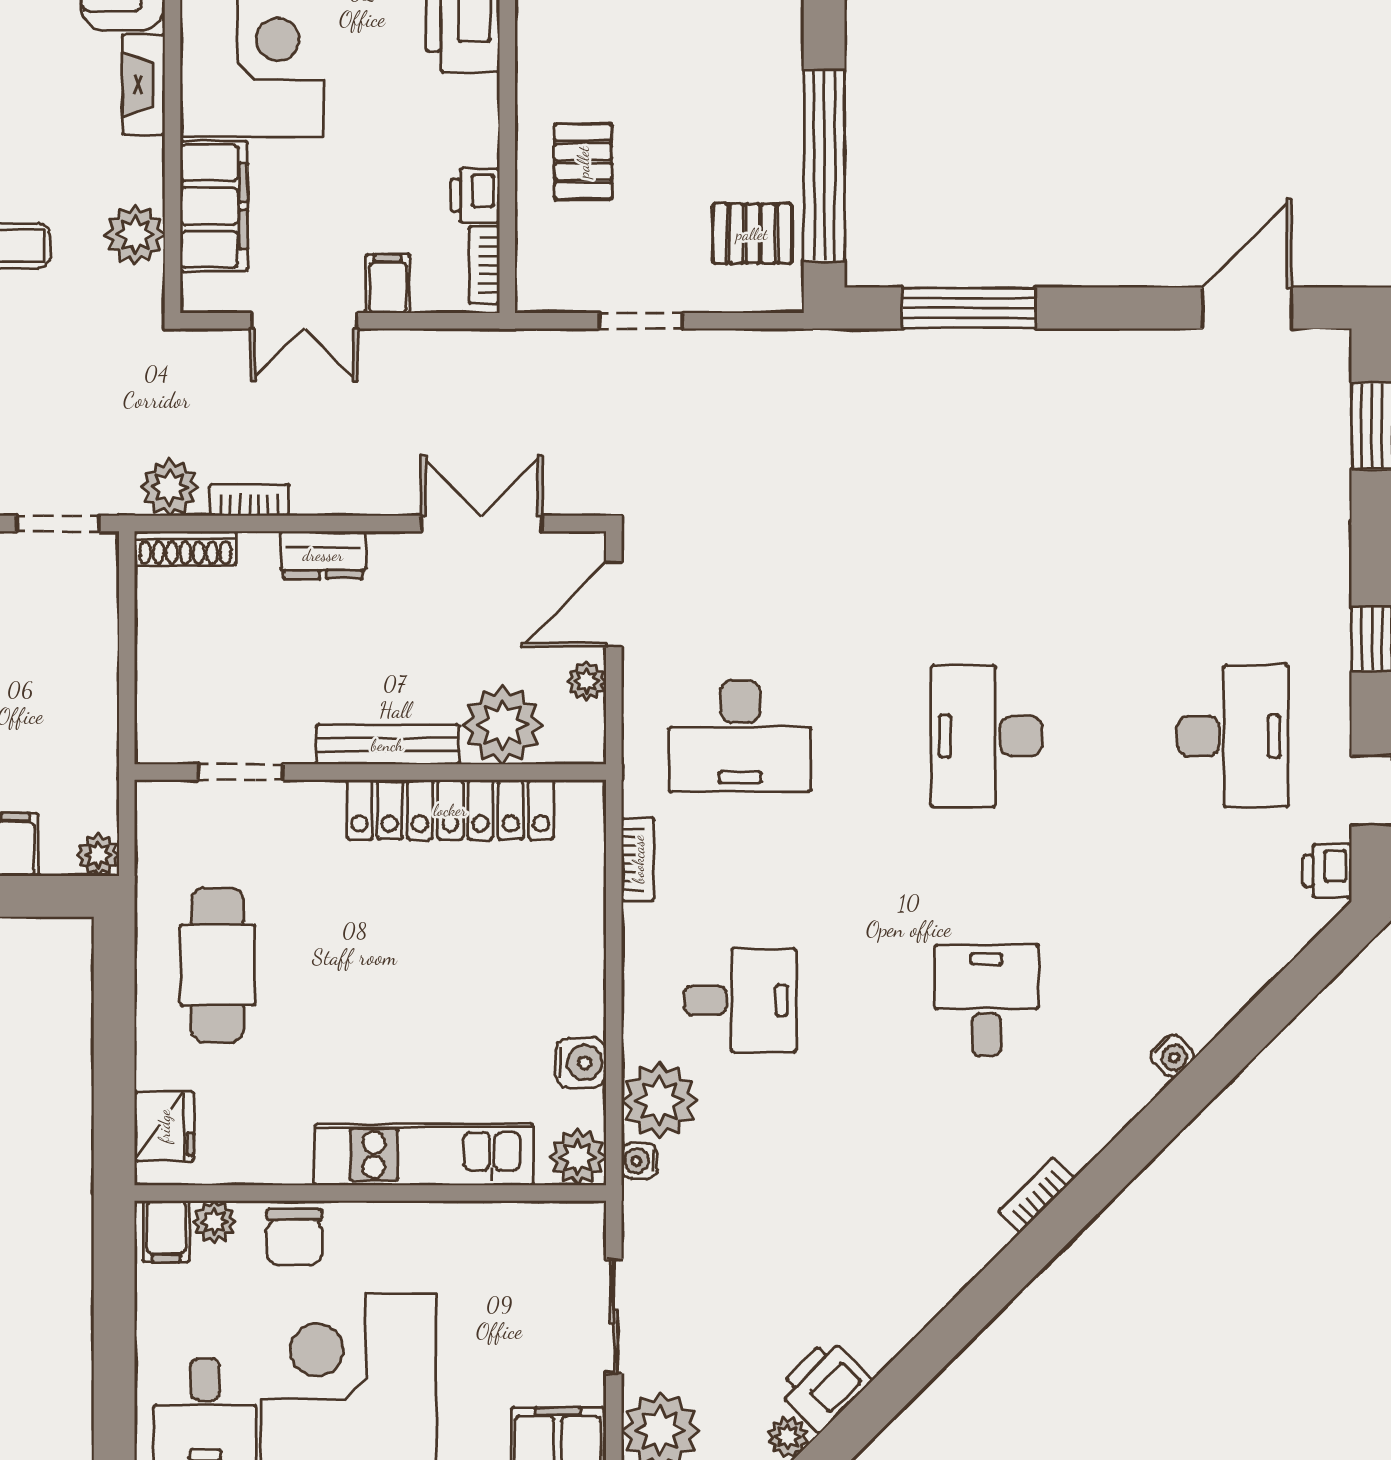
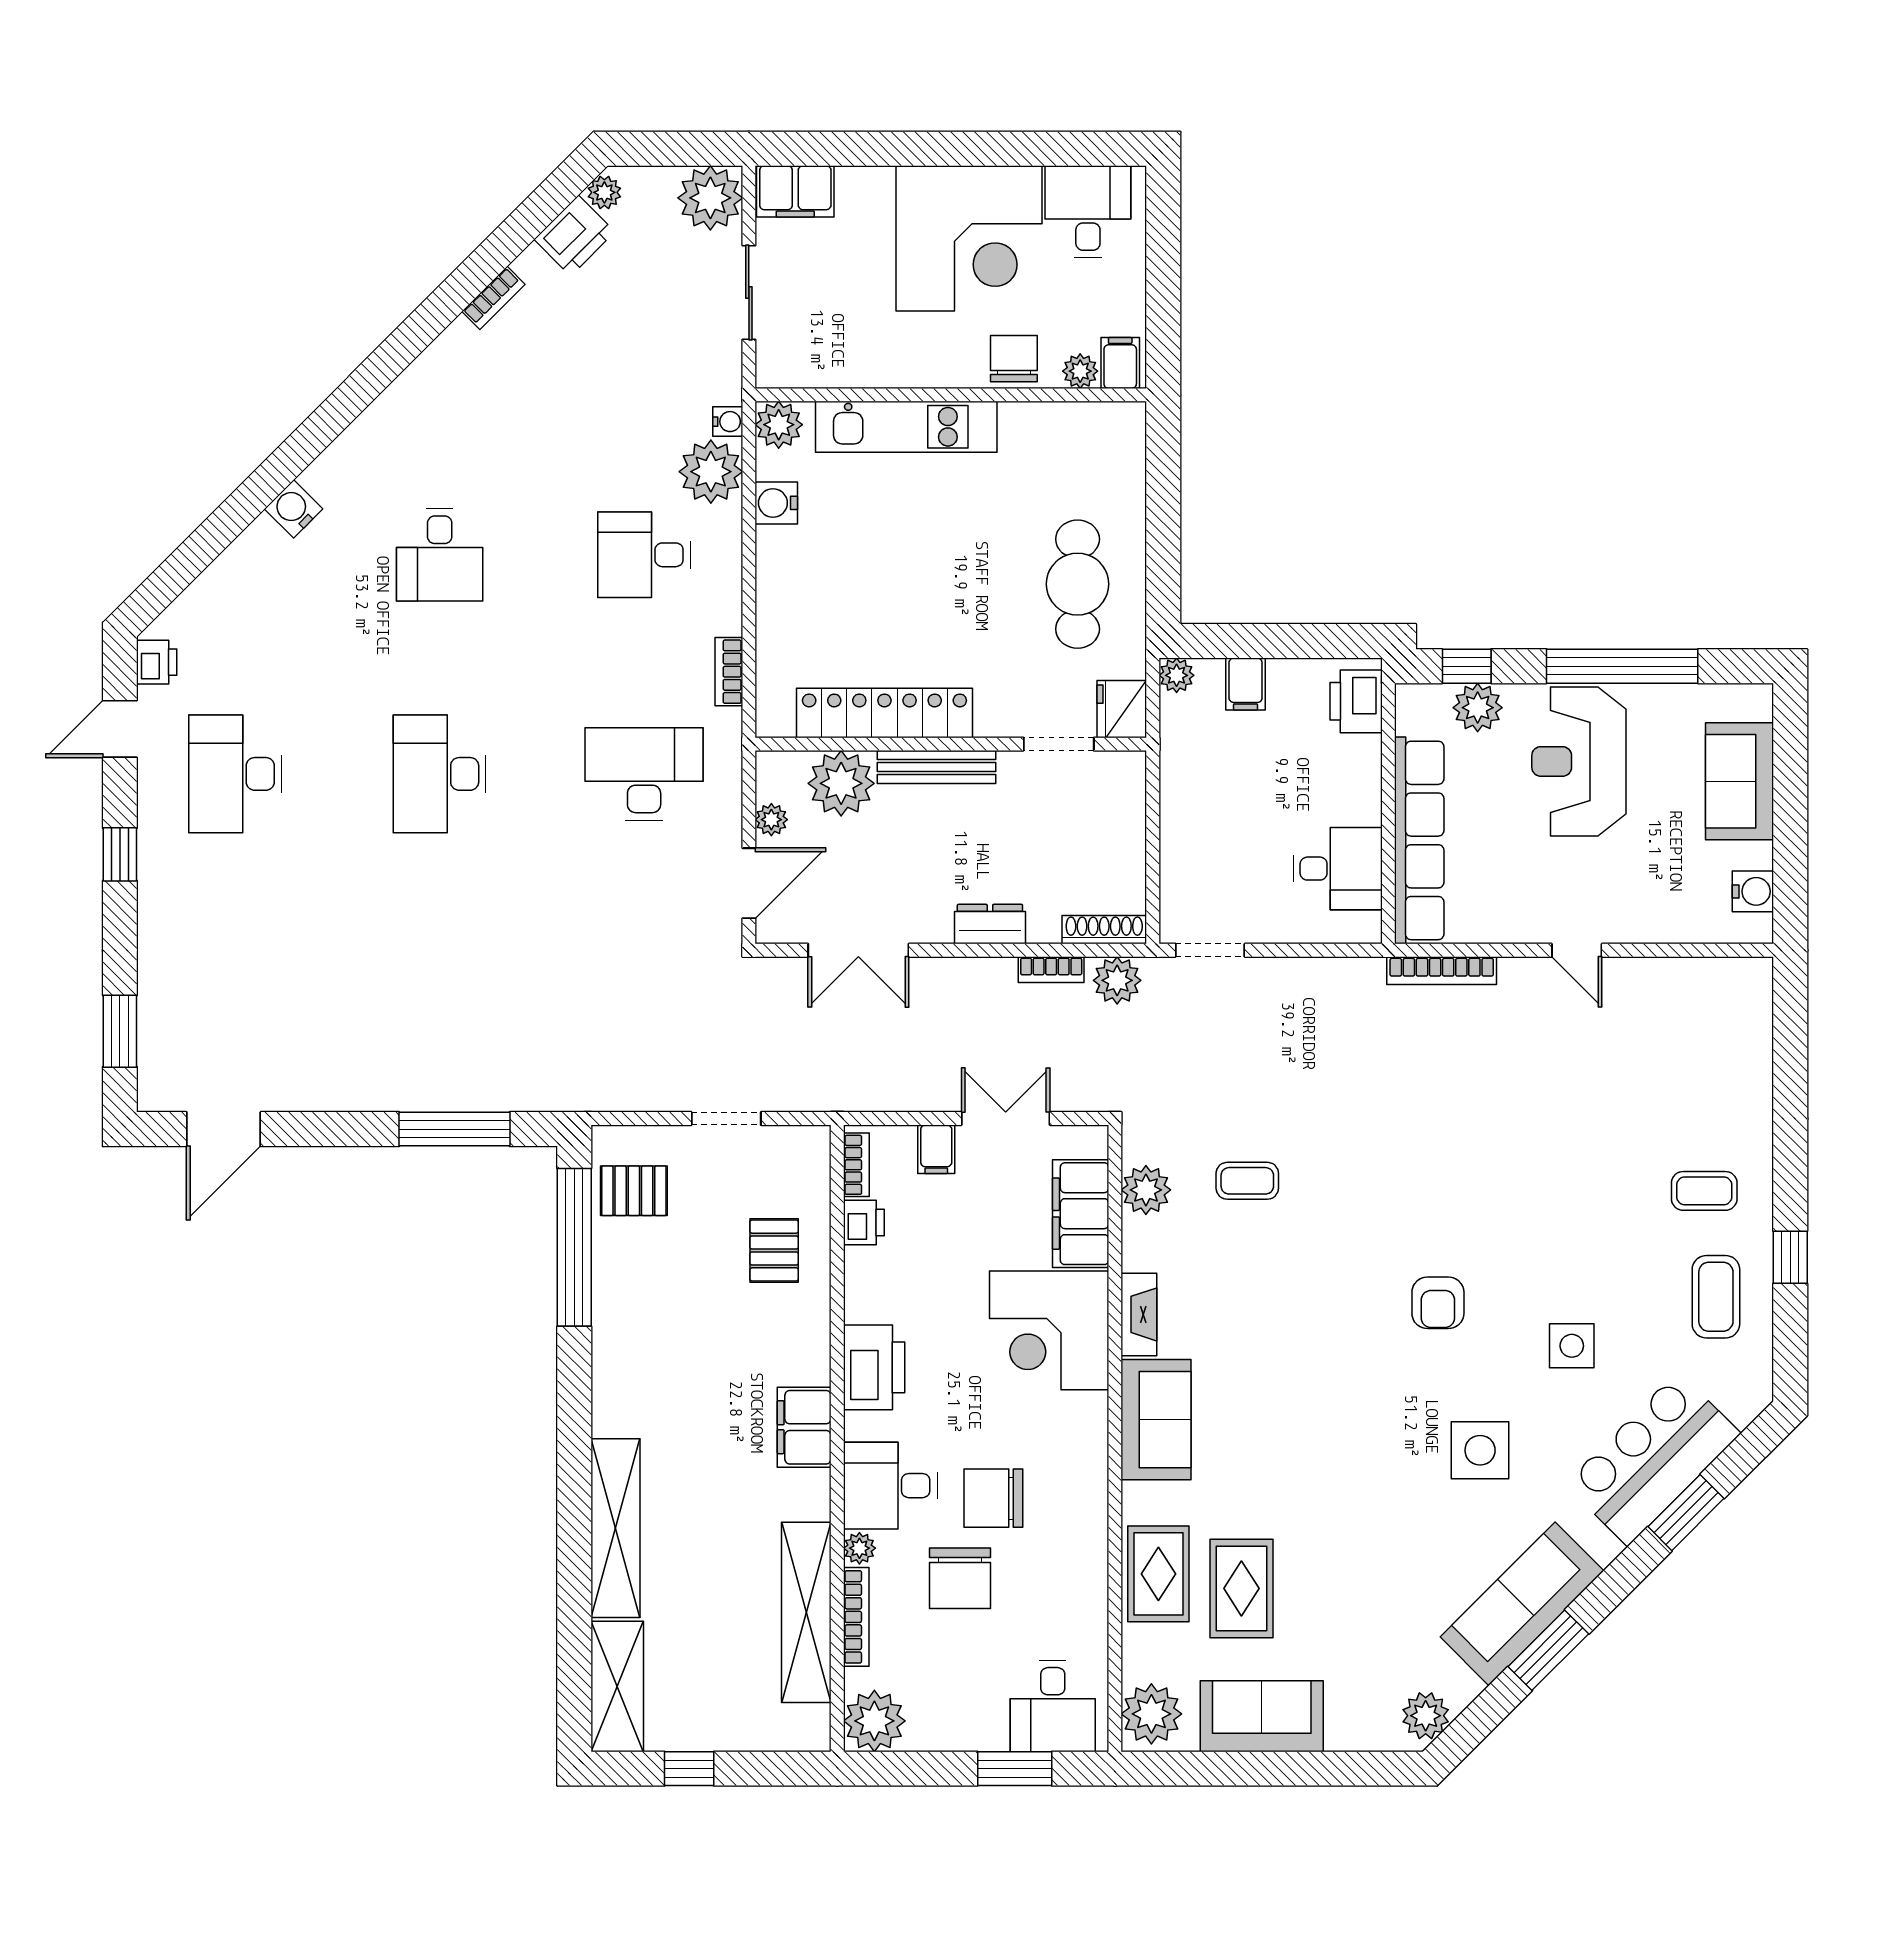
desk: (986, 736) -> (440, 774), turned 180
water cooler: (1172, 1056) -> (294, 509), width x1.38, depth x1.38
fridge: (164, 1126) -> (1122, 709), moved
bookcase: (1037, 1195) -> (493, 298), moved

